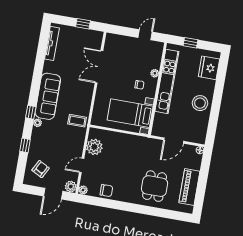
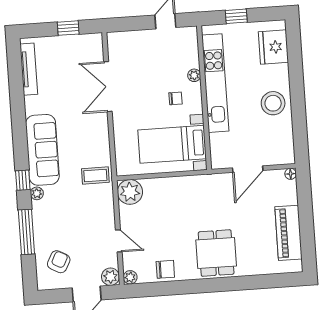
window: (25, 145) -> (26, 232), width x2.17
plant: (94, 147) -> (130, 192), moved
door: (82, 165) -> (119, 241), swing flipped
dining table: (155, 186) -> (216, 253), moved

